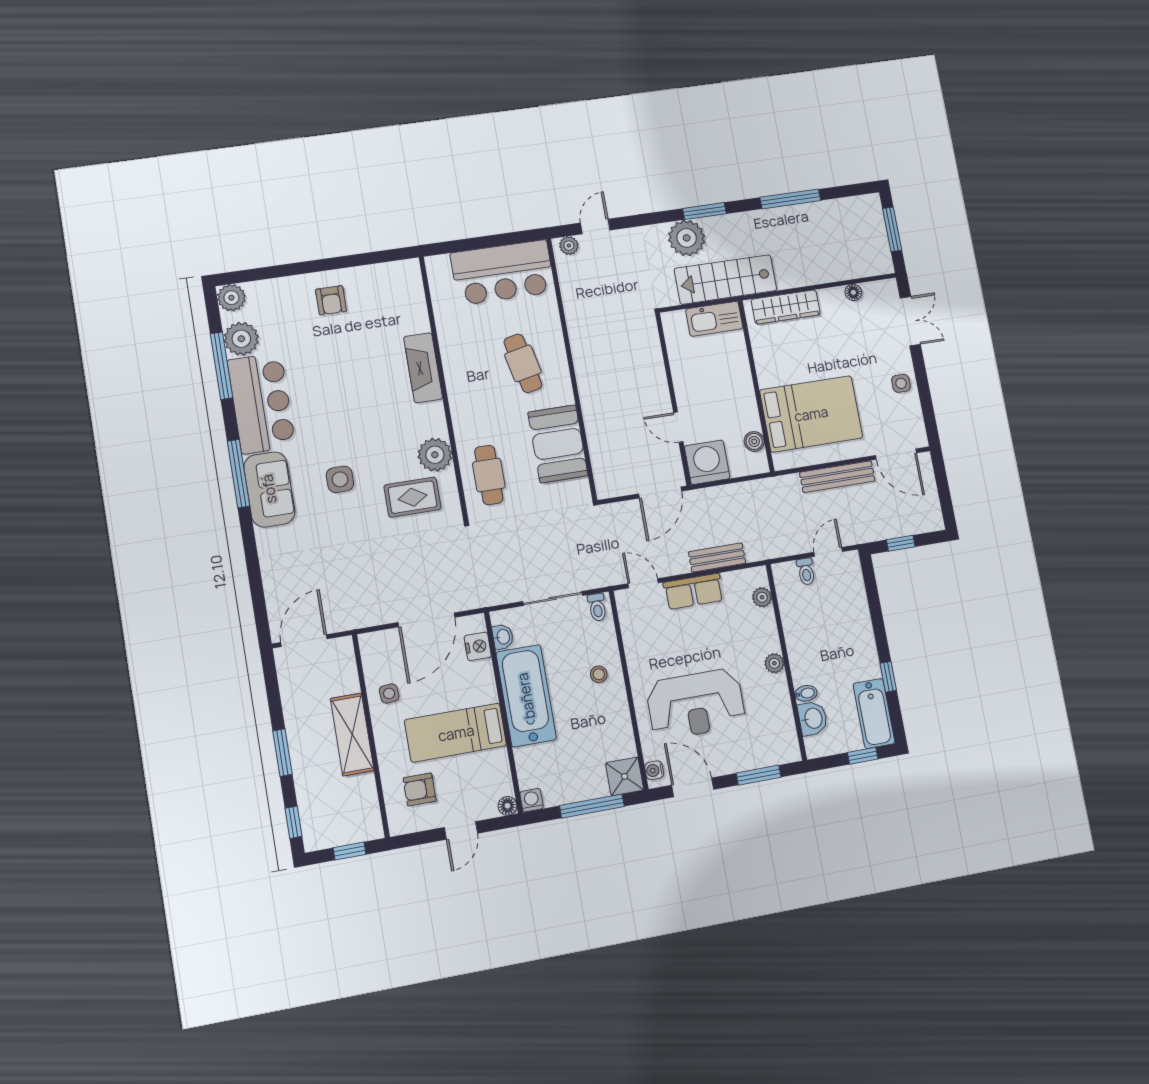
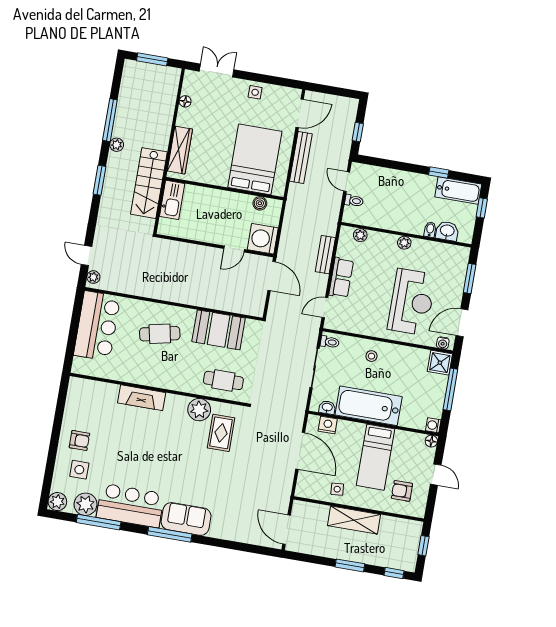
plant: (687, 238) -> (117, 145), moved, width x0.53, depth x0.53
side table: (340, 479) -> (79, 470), moved
armchair: (420, 789) -> (402, 491), turned 90

